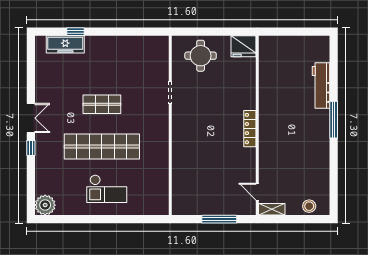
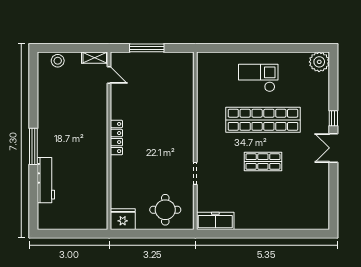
window: (76, 32) -> (289, 234), removed
freezer: (65, 44) -> (215, 221), moved

